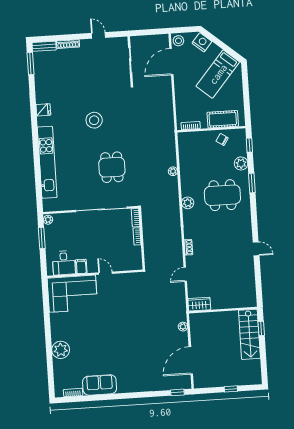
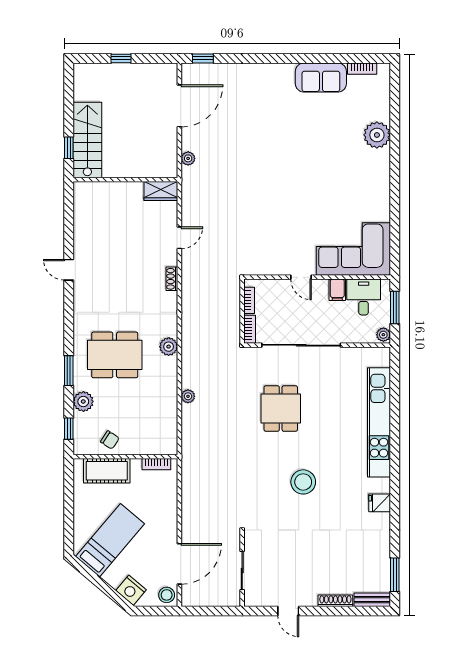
desk: (64, 263) -> (364, 297), moved
filing cabinet: (81, 266) -> (337, 290), moved
door: (105, 273) -> (301, 277), moved
wall: (95, 274) -> (317, 277), moved
corner sofa: (72, 294) -> (353, 249), moved

